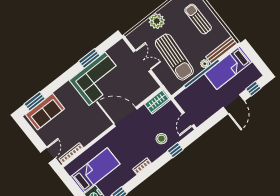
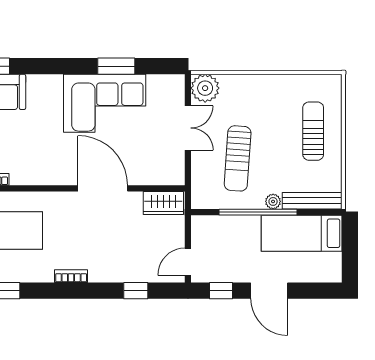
plant: (157, 21) -> (205, 88), moved
sun lounger: (174, 57) -> (238, 158), width x0.73, depth x0.75
window: (253, 89) -> (221, 291), moved
door: (234, 104) -> (269, 291), hinge flipped
stool: (161, 139) -> (129, 259), removed

